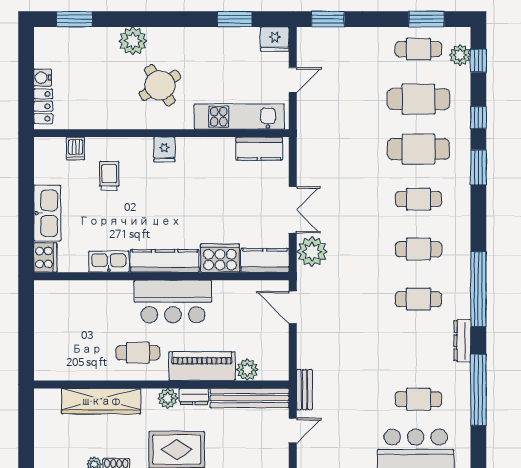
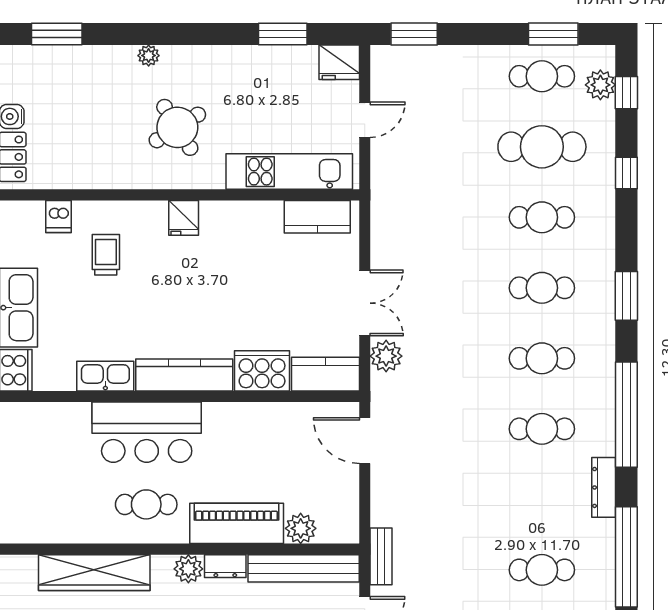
plant: (133, 41) -> (149, 56), width x0.53, depth x0.53
cafe table: (418, 149) -> (542, 217), width x0.73, depth x0.74
window: (478, 167) -> (626, 296), moved
plant: (312, 252) -> (386, 356), width x0.73, depth x0.73
bar counter: (173, 301) -> (147, 432), moved

